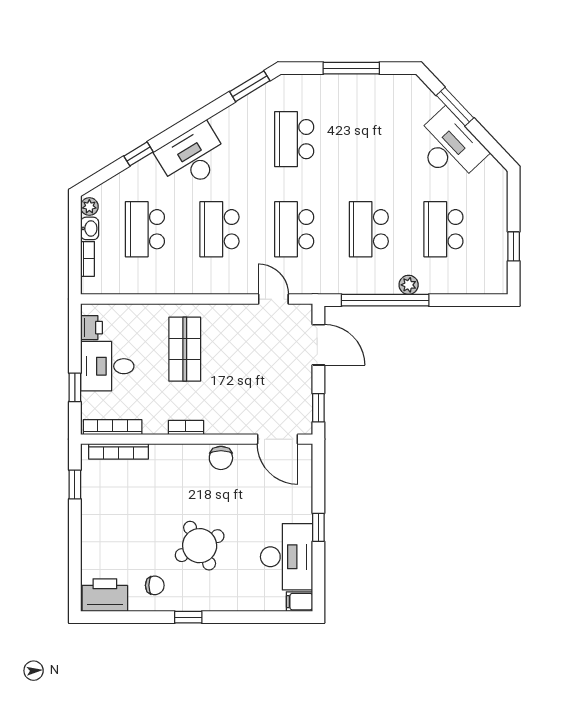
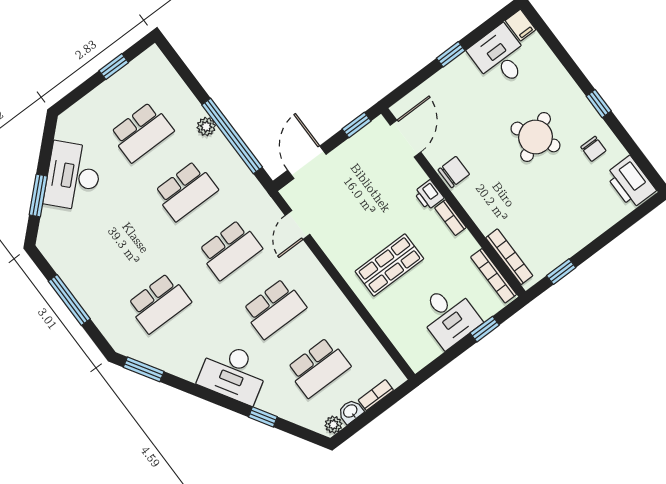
printer: (91, 328) -> (429, 195), moved, turned -90
desk: (286, 557) -> (500, 57), width x0.73
chair: (155, 585) -> (593, 149), turned 180

